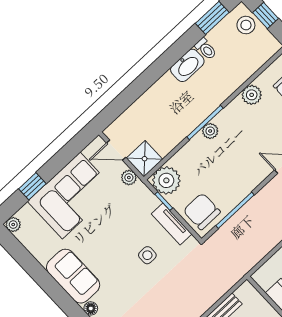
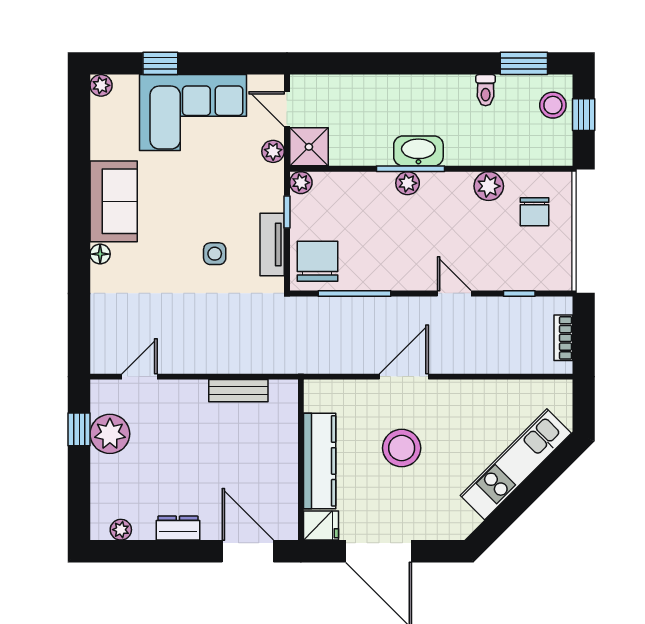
washbasin: (187, 65) -> (418, 151), moved, turned 180
plant: (166, 180) -> (301, 183), width x0.53, depth x0.53

